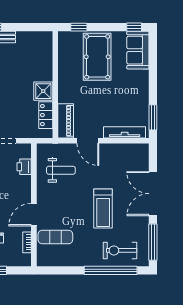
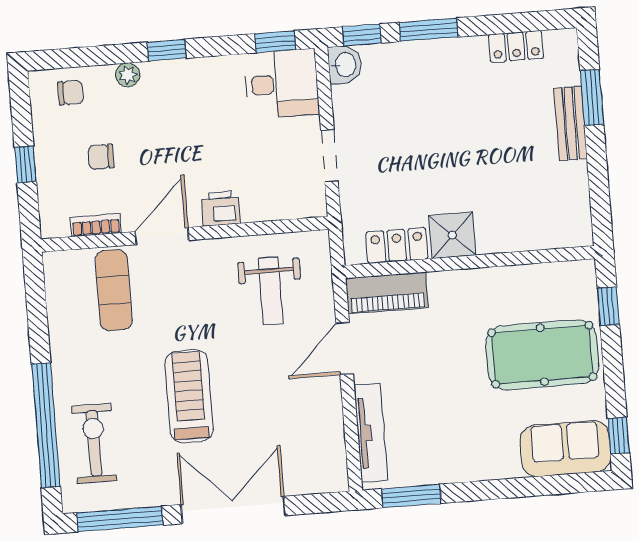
printer: (24, 167) -> (221, 208), moved
treadmill: (103, 209) -> (189, 396), turned 90
door: (34, 215) -> (162, 236), hinge flipped

